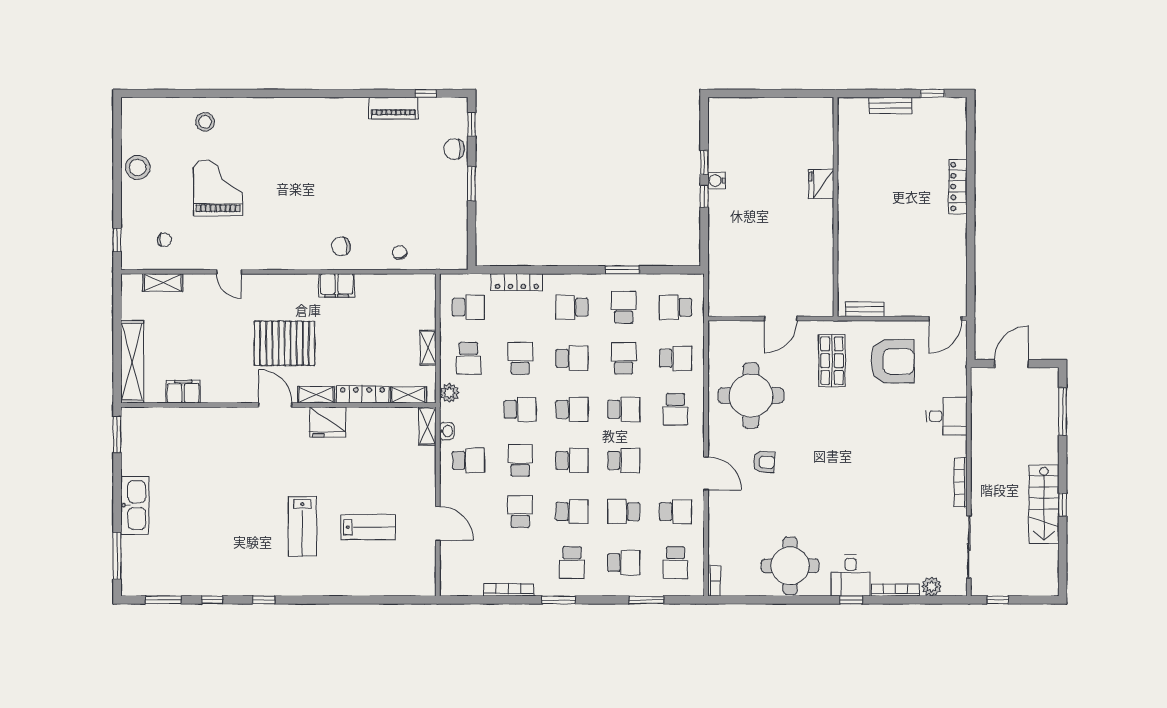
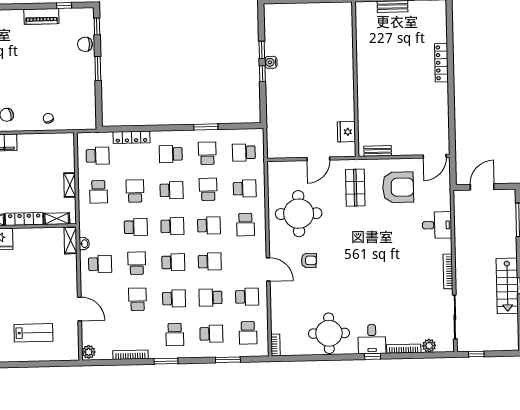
fridge: (821, 184) -> (346, 132), moved
plant: (449, 393) -> (89, 352), moved
lab bench: (368, 527) -> (33, 333), moved

